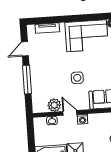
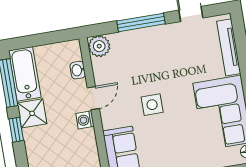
tv unit: (47, 28) -> (229, 47), width x1.41
plant: (54, 105) -> (99, 46), moved

